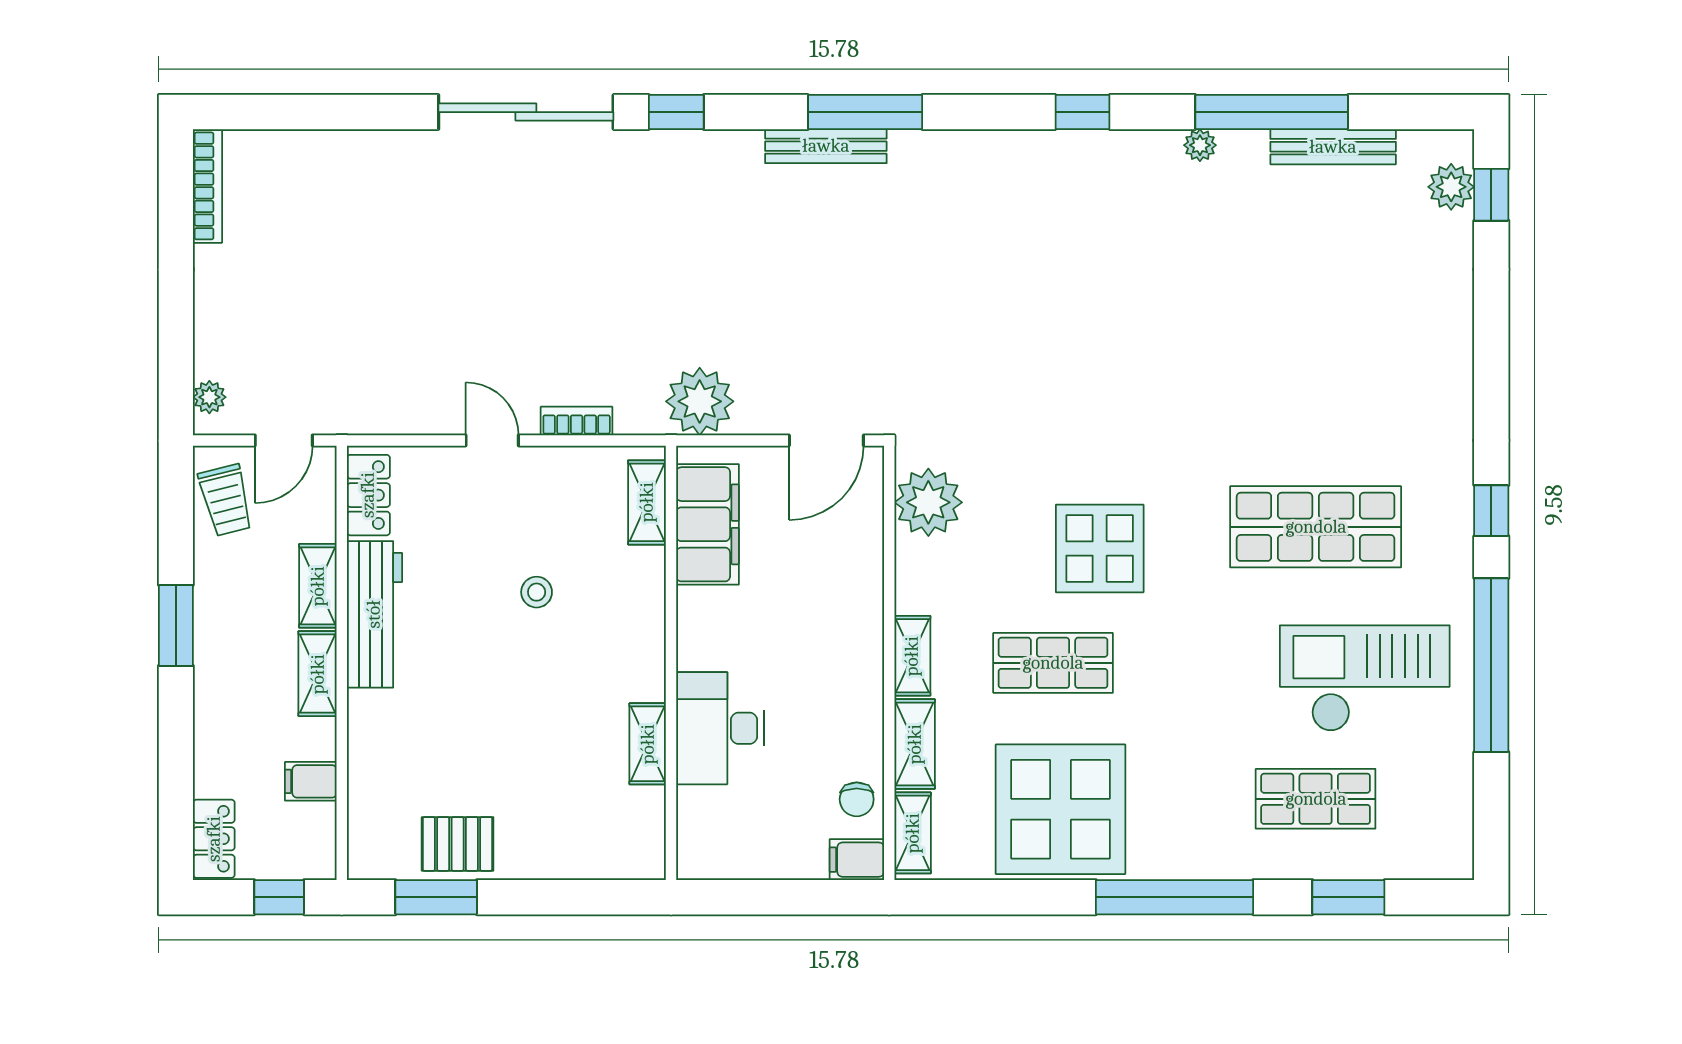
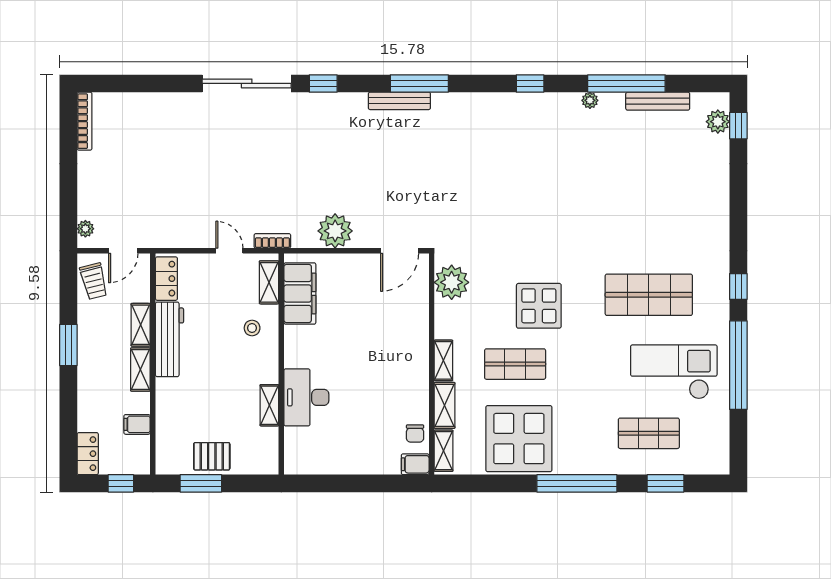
shelving: (647, 502) -> (269, 282), moved
filing cabinet: (708, 524) -> (300, 293), moved
wall: (671, 663) -> (281, 364), moved
desk: (720, 728) -> (306, 397), moved
shelving: (648, 744) -> (269, 405), moved

